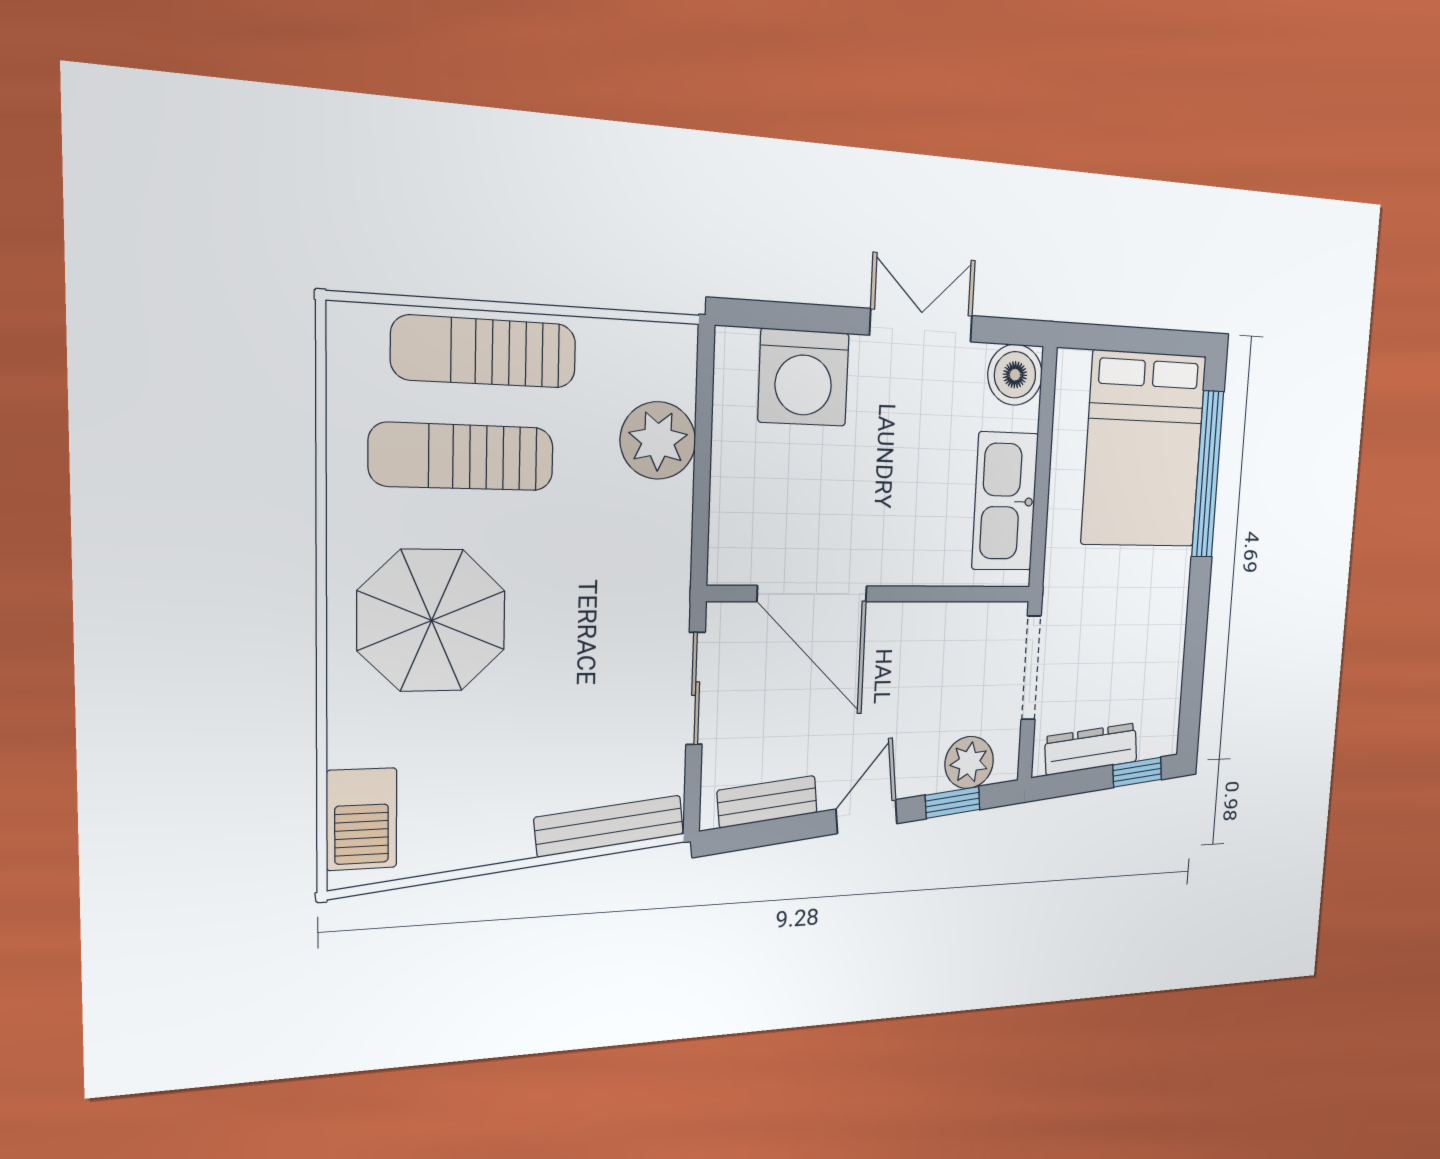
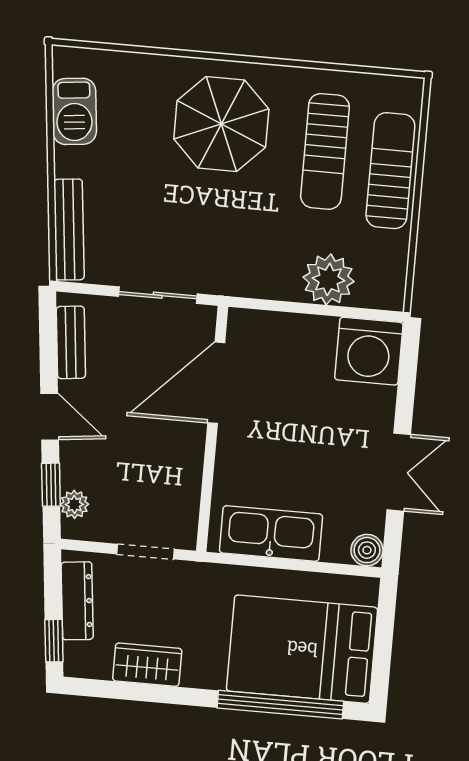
boiler: (1015, 375) -> (367, 550), width x0.73, depth x0.73
washing machine: (804, 378) -> (369, 351), moved, turned -90
sun lounger: (462, 457) -> (325, 151), turned 180
wardrobe: (1163, 651) -> (147, 665), added
doorway: (1031, 668) -> (146, 552), width x0.73
plant: (969, 762) -> (74, 504), width x0.73, depth x0.73
barbecue: (362, 819) -> (74, 111), moved, turned -96

